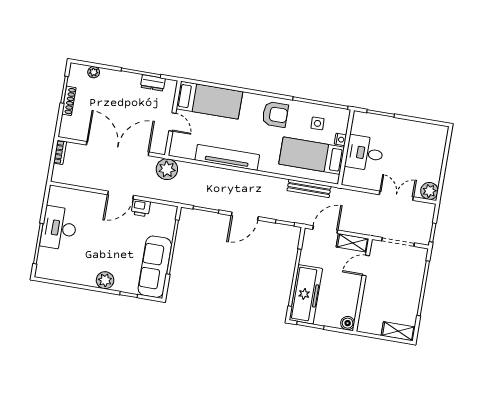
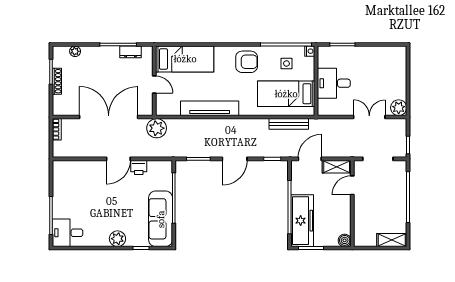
nightstand: (340, 139) -> (310, 51), moved
desk: (59, 228) -> (68, 233), moved, width x0.73

